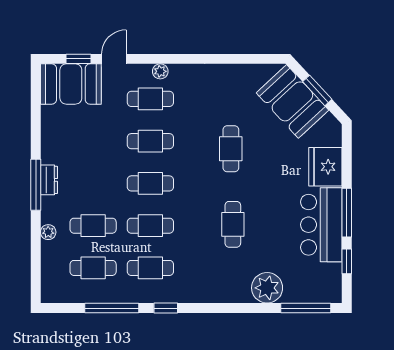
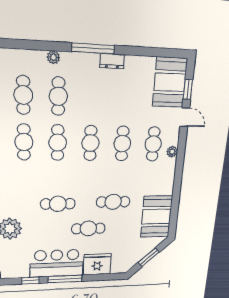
booth: (292, 101) -> (157, 217), moved, turned -47
dresser: (49, 180) -> (112, 61), moved
cafe table: (269, 182) -> (88, 228), added

